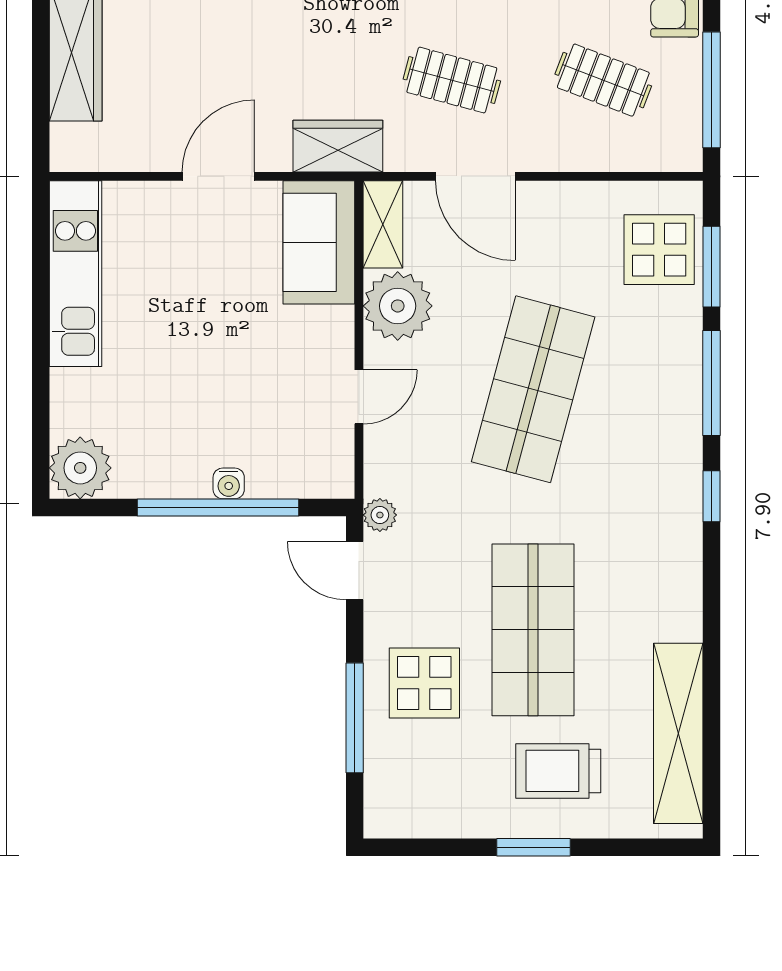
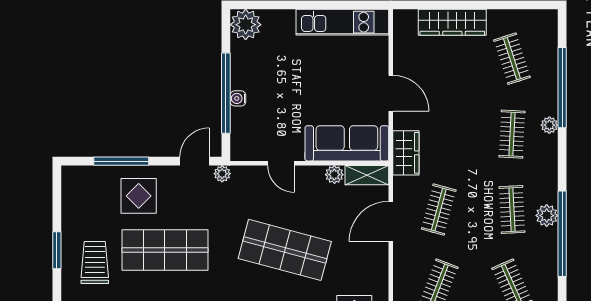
sofa: (319, 242) -> (347, 143), width x1.36
plant: (398, 306) -> (334, 175), width x0.53, depth x0.53

